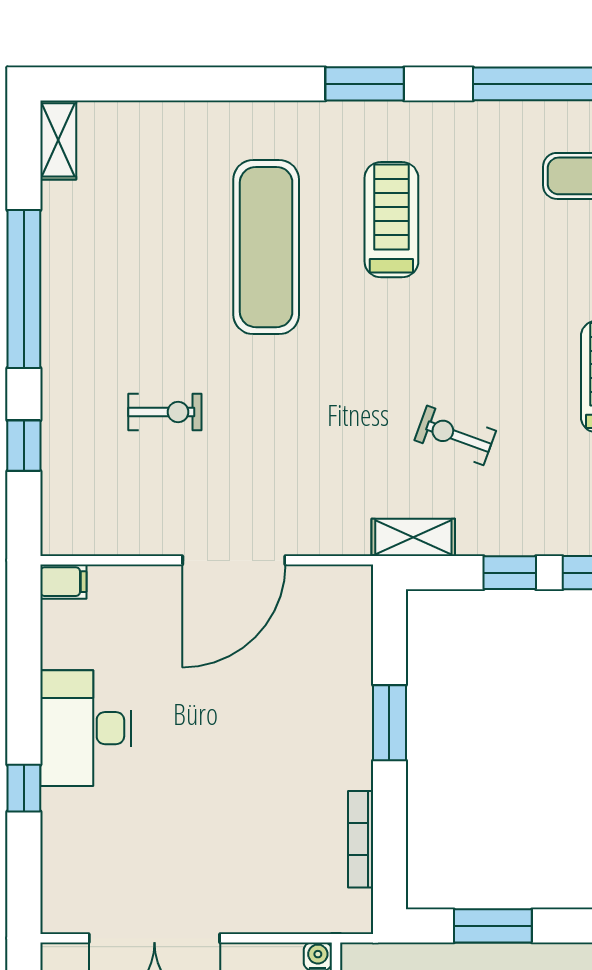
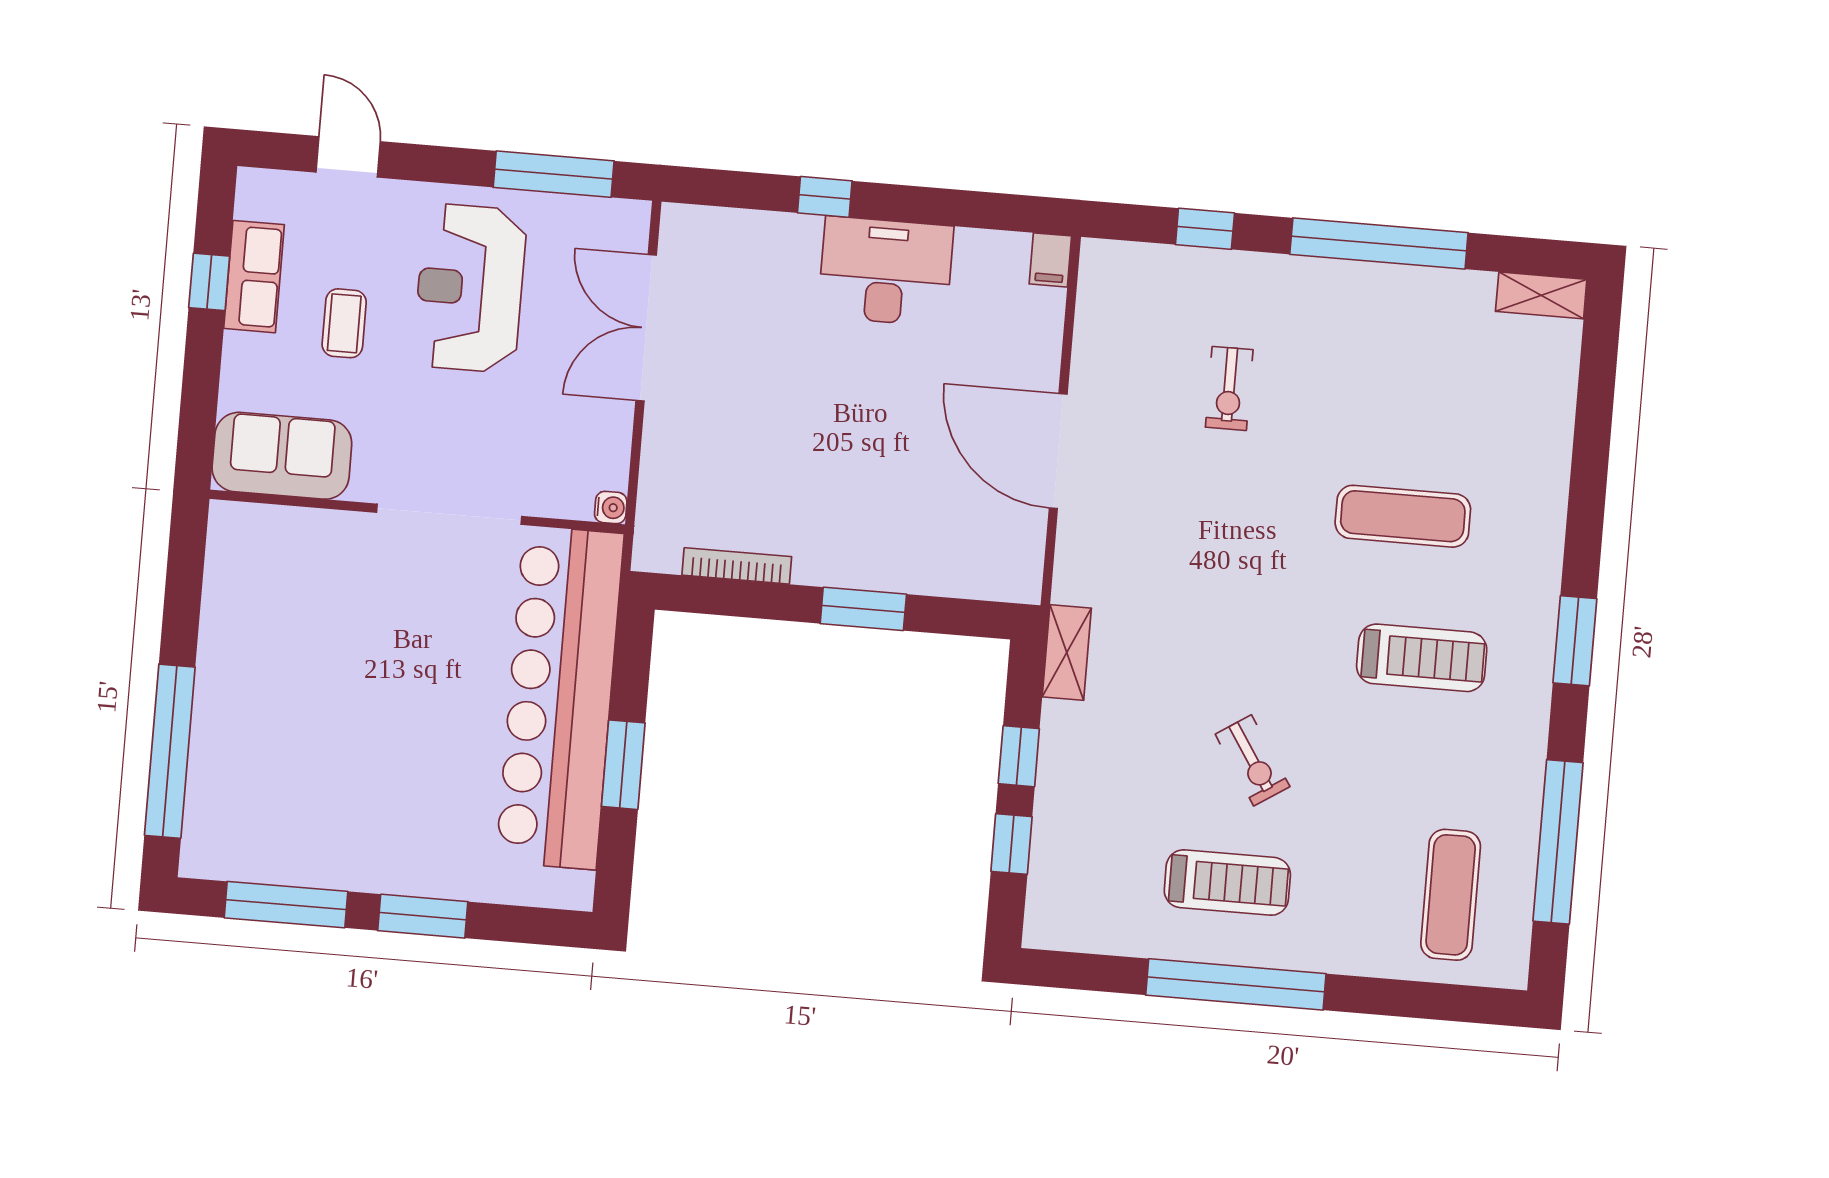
exercise mat: (266, 247) -> (1403, 516), width x0.73, depth x0.69
exercise bike: (455, 435) -> (1253, 760), moved, turned 127
window: (493, 926) -> (623, 765), moved

